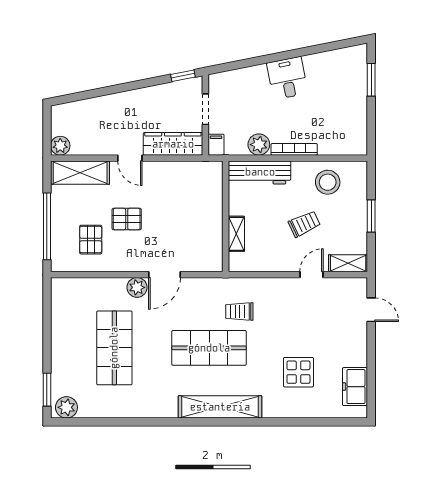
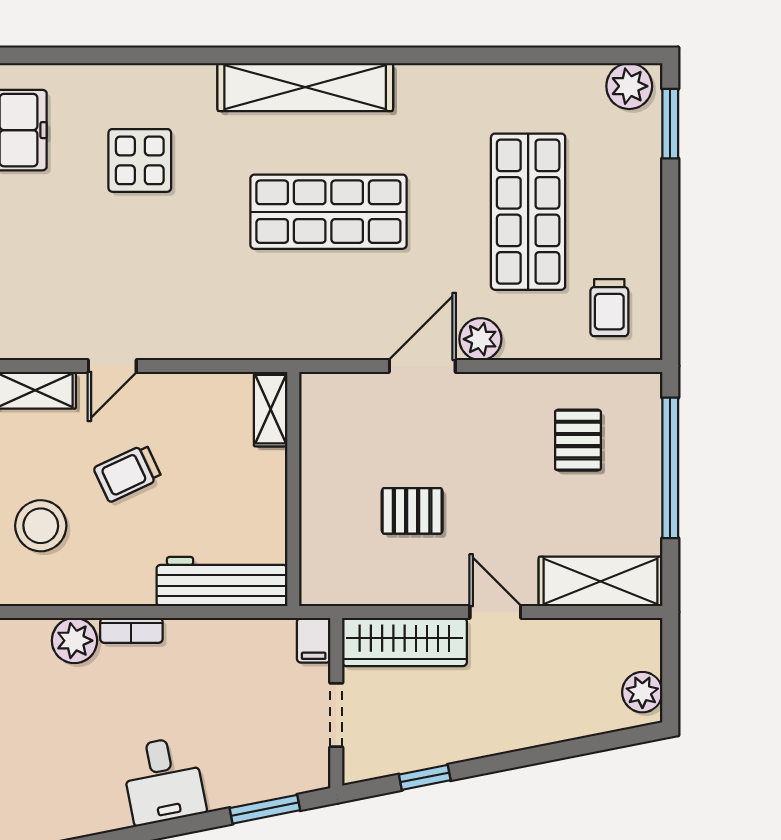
window: (239, 65) -> (265, 809), added
window: (183, 76) -> (425, 777), moved
plant: (259, 145) -> (74, 641), moved
plant: (60, 146) -> (642, 692), moved
bookcase: (294, 149) -> (131, 630), width x0.64
stool: (328, 182) -> (41, 526), moved
pallet: (127, 219) -> (412, 511), moved
shelving: (236, 234) -> (271, 409), moved
trolley: (239, 312) -> (609, 308), moved, turned 90

